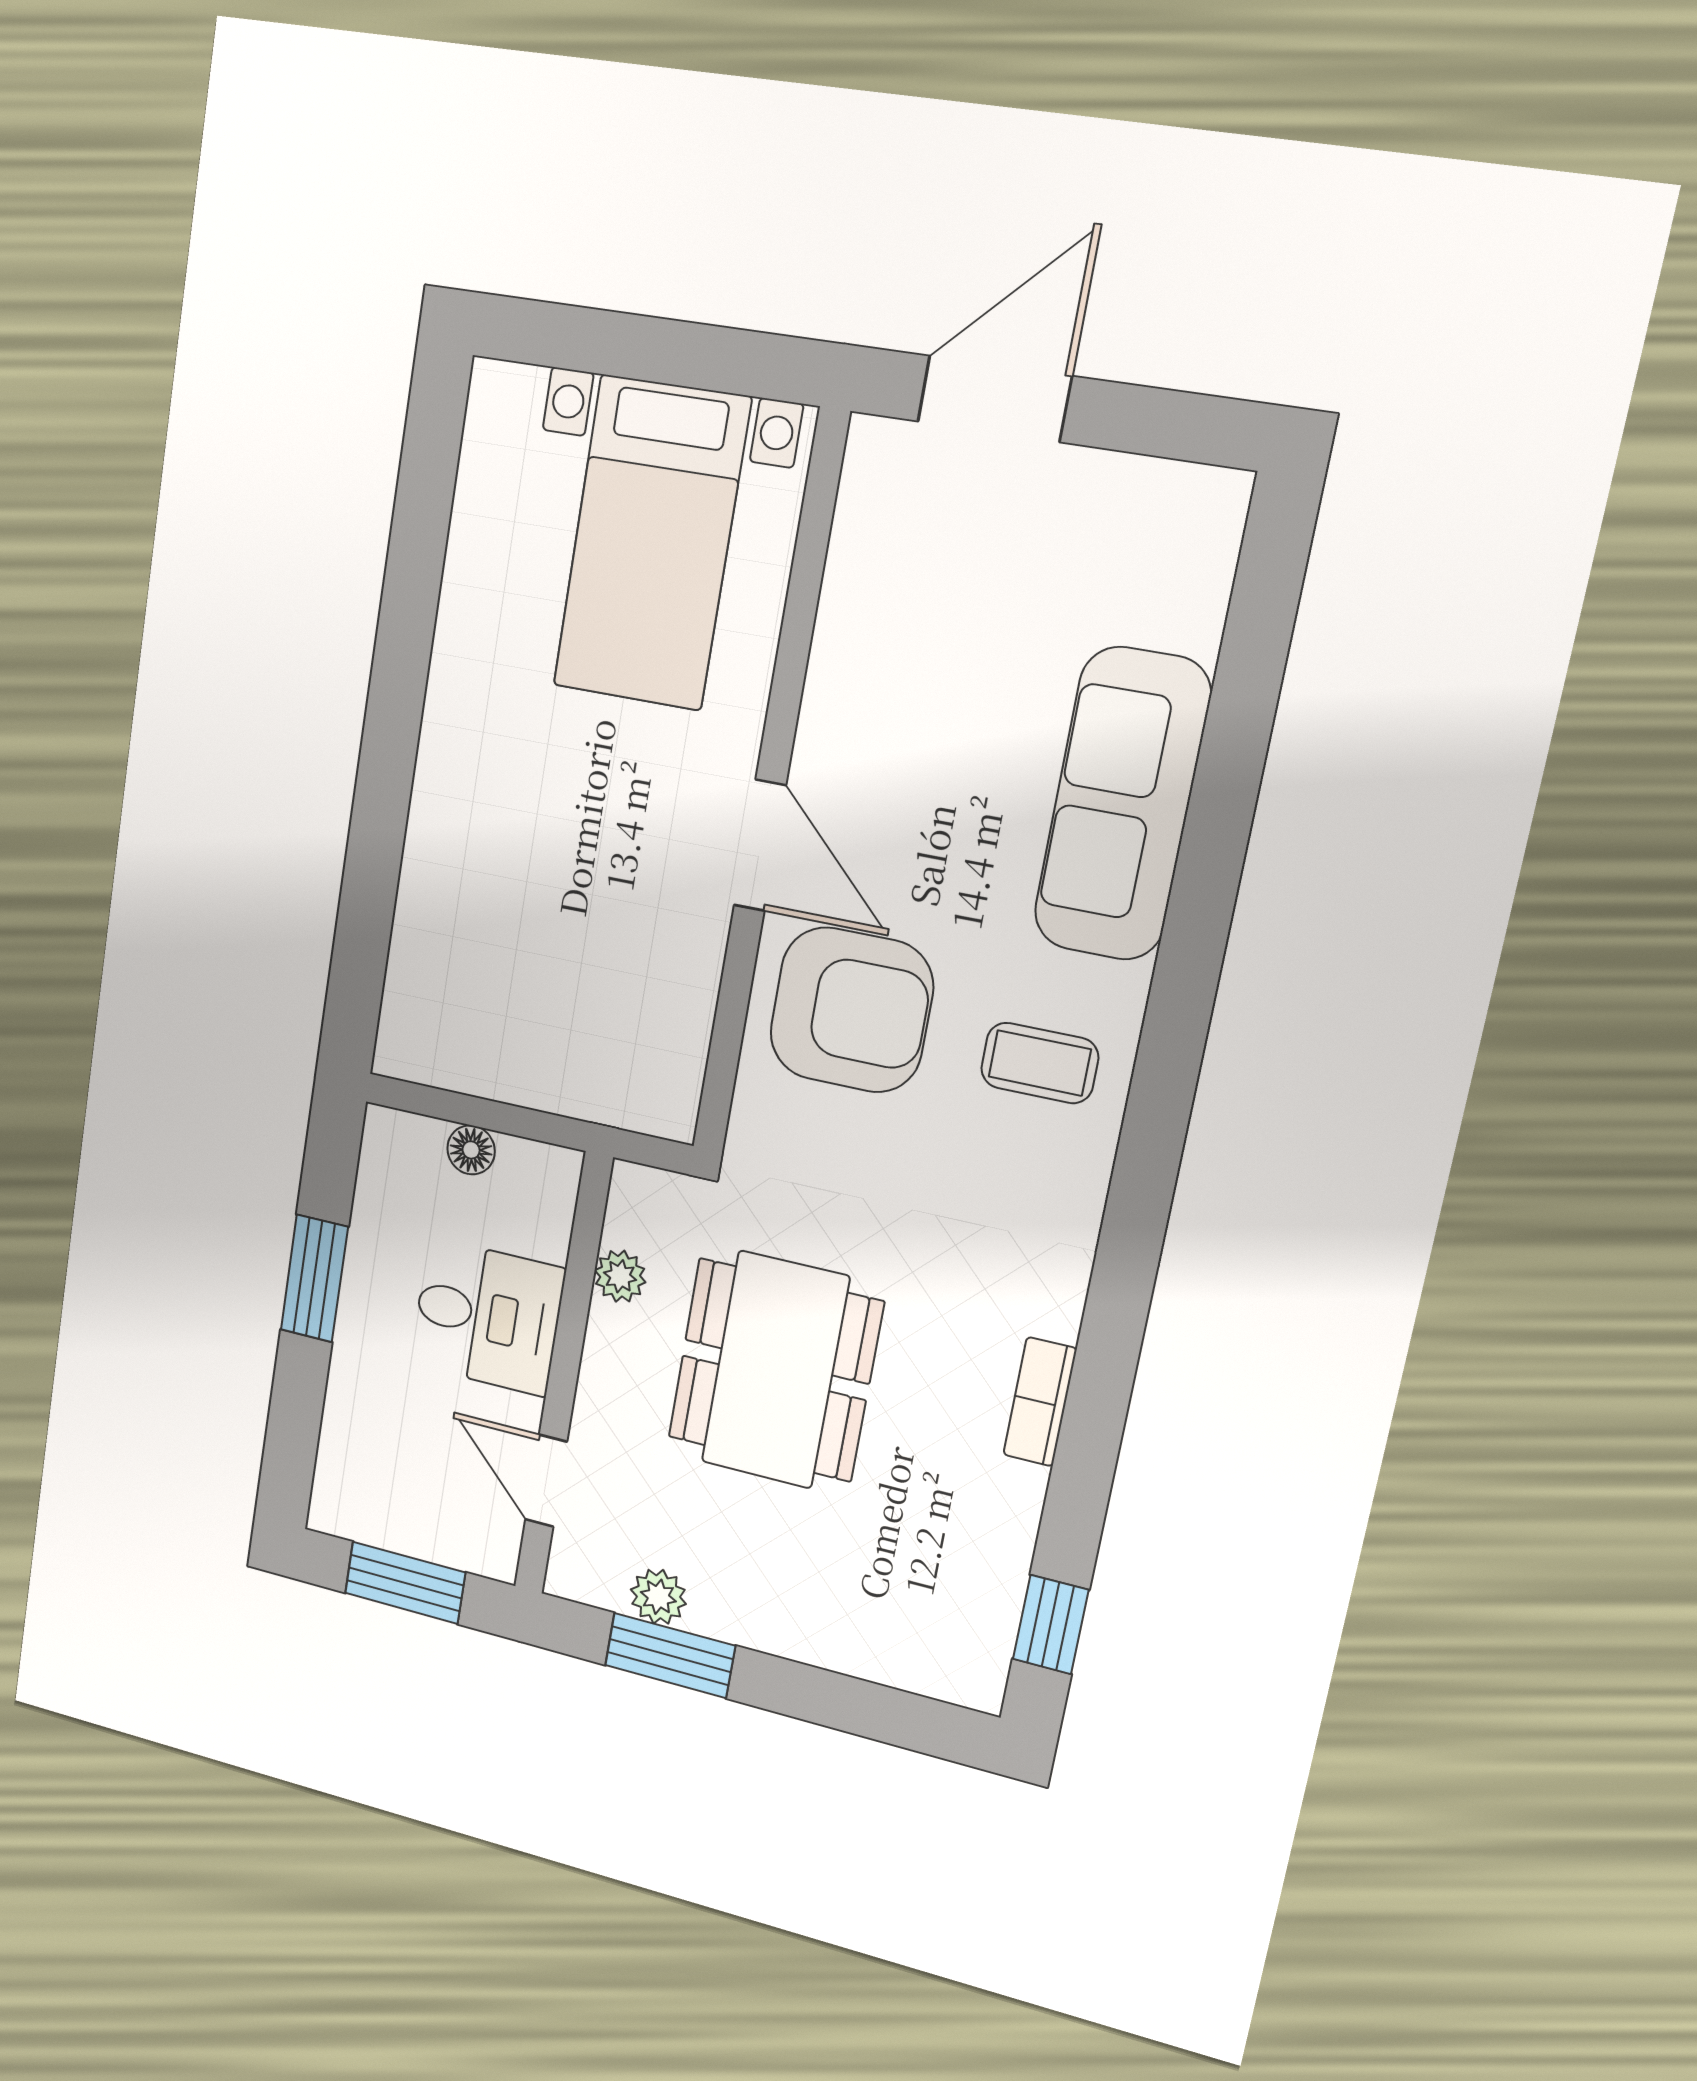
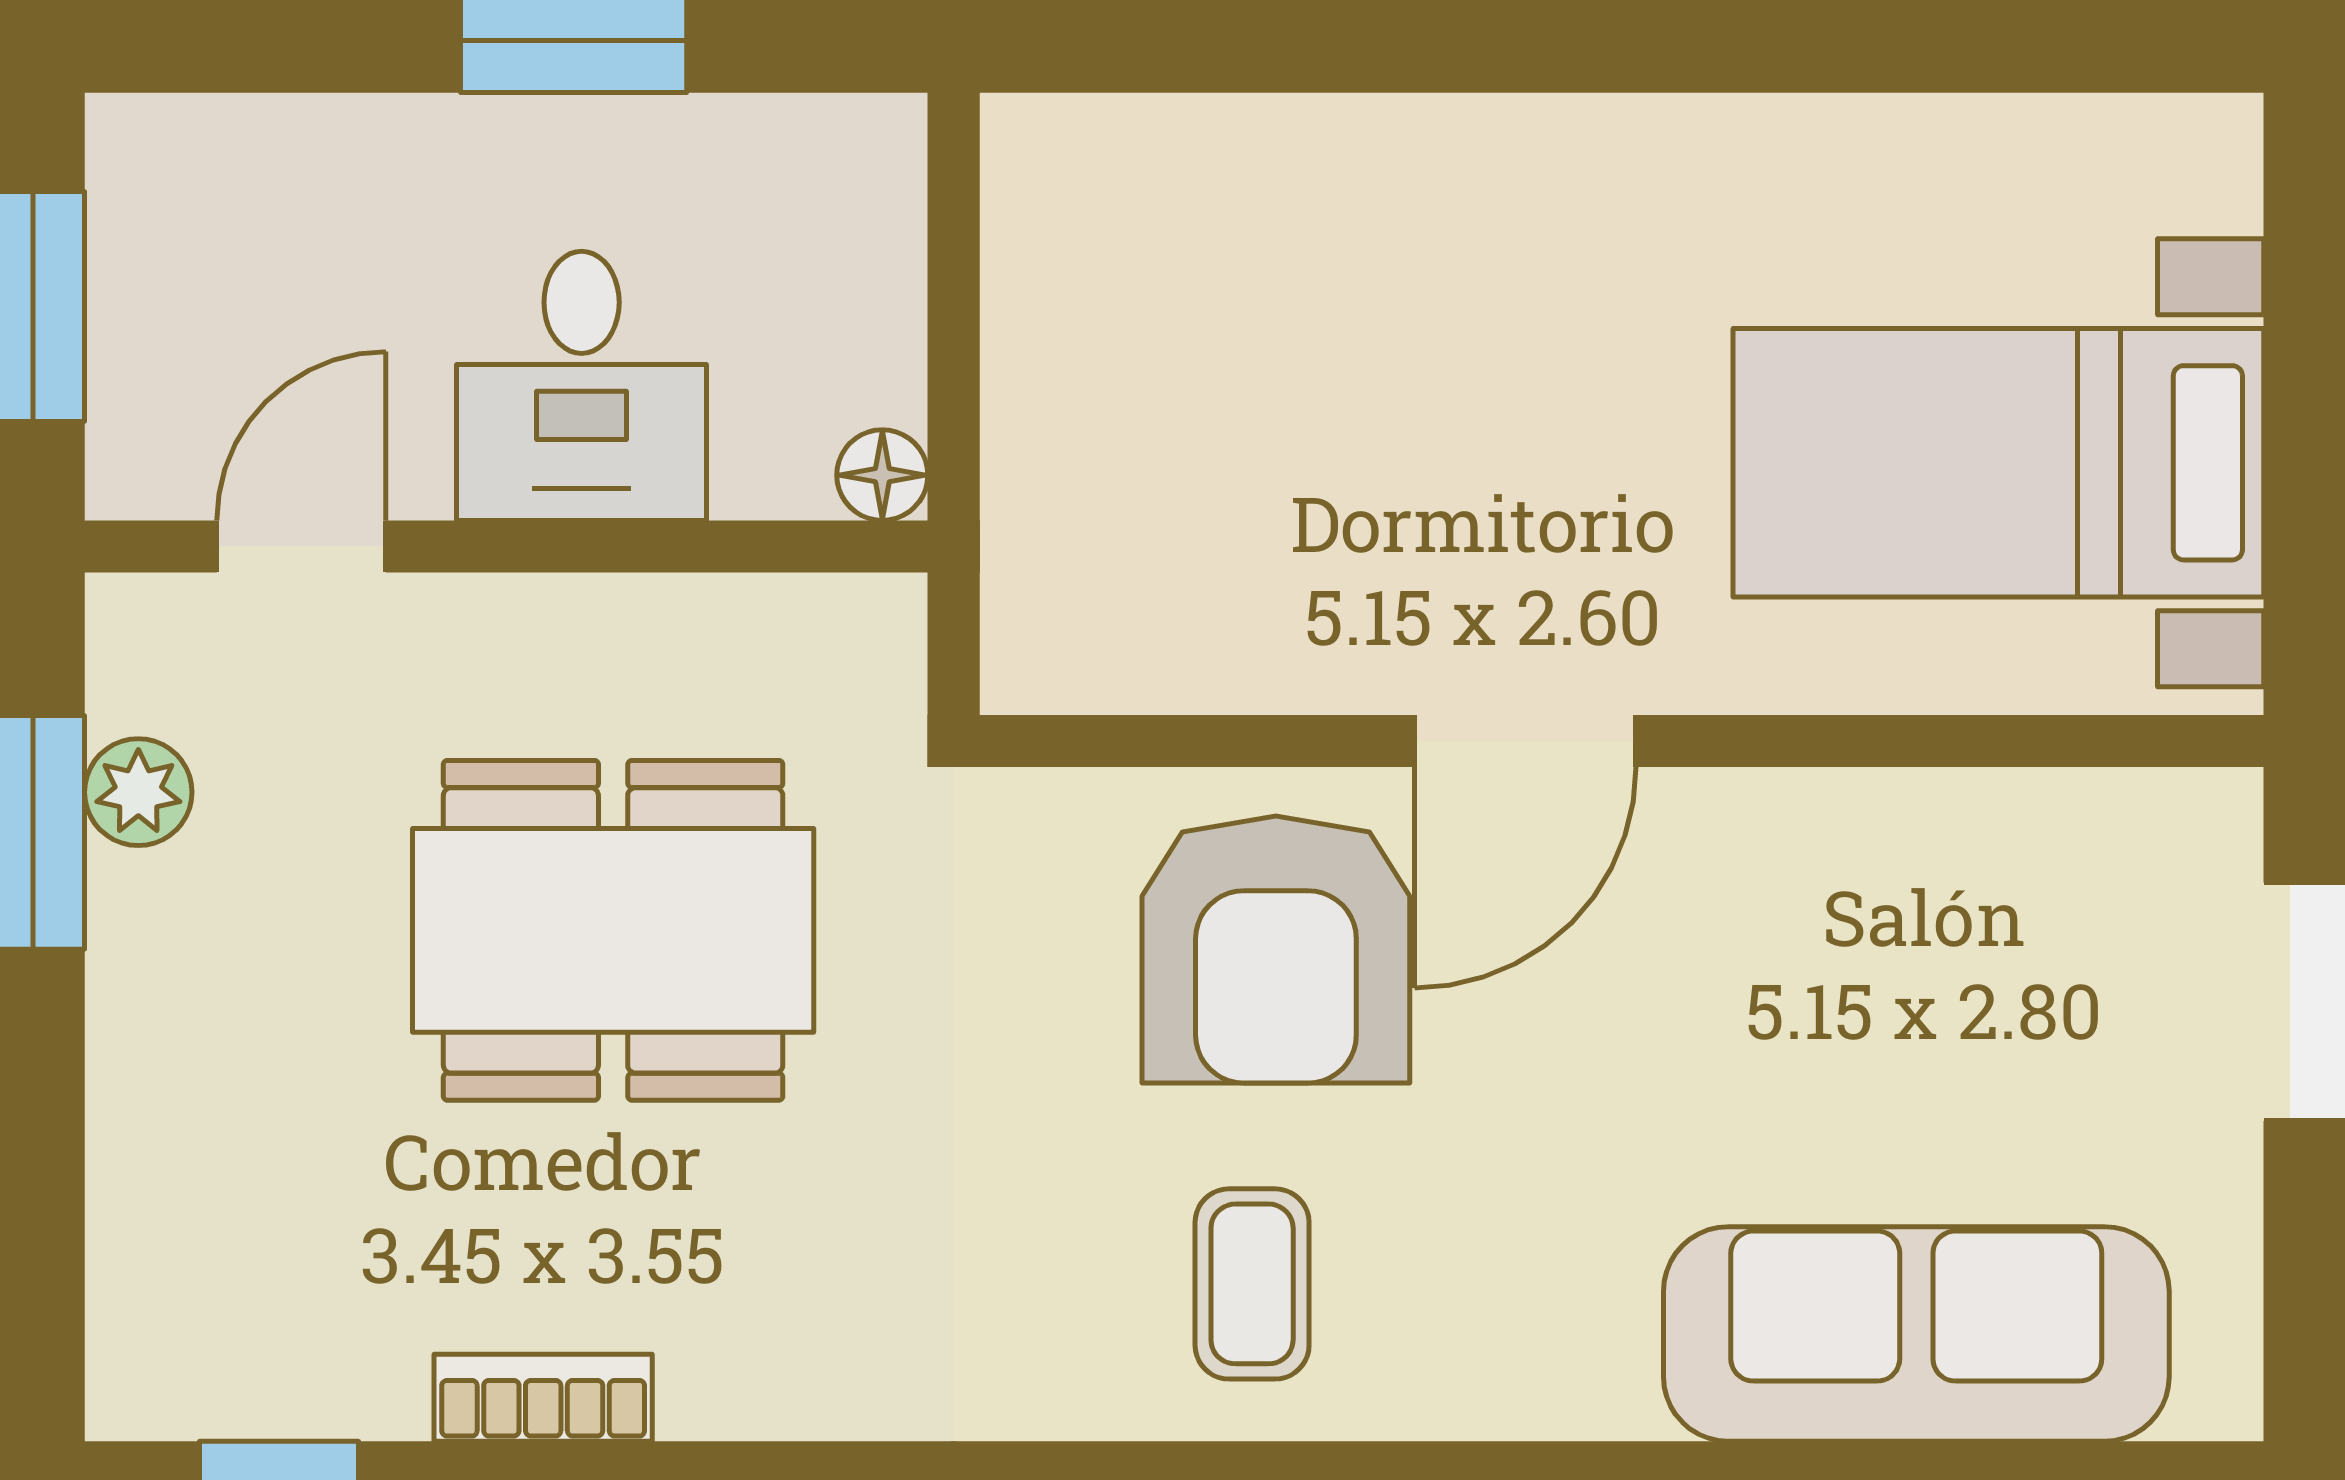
sofa: (1122, 804) -> (1916, 1334), moved
floor lamp: (471, 1150) -> (882, 475), moved
plant: (620, 1276) -> (715, 621), removed
bookcase: (1040, 1402) -> (543, 1398), moved

